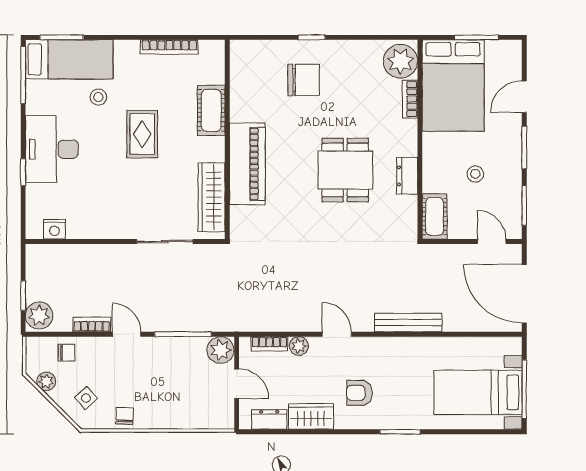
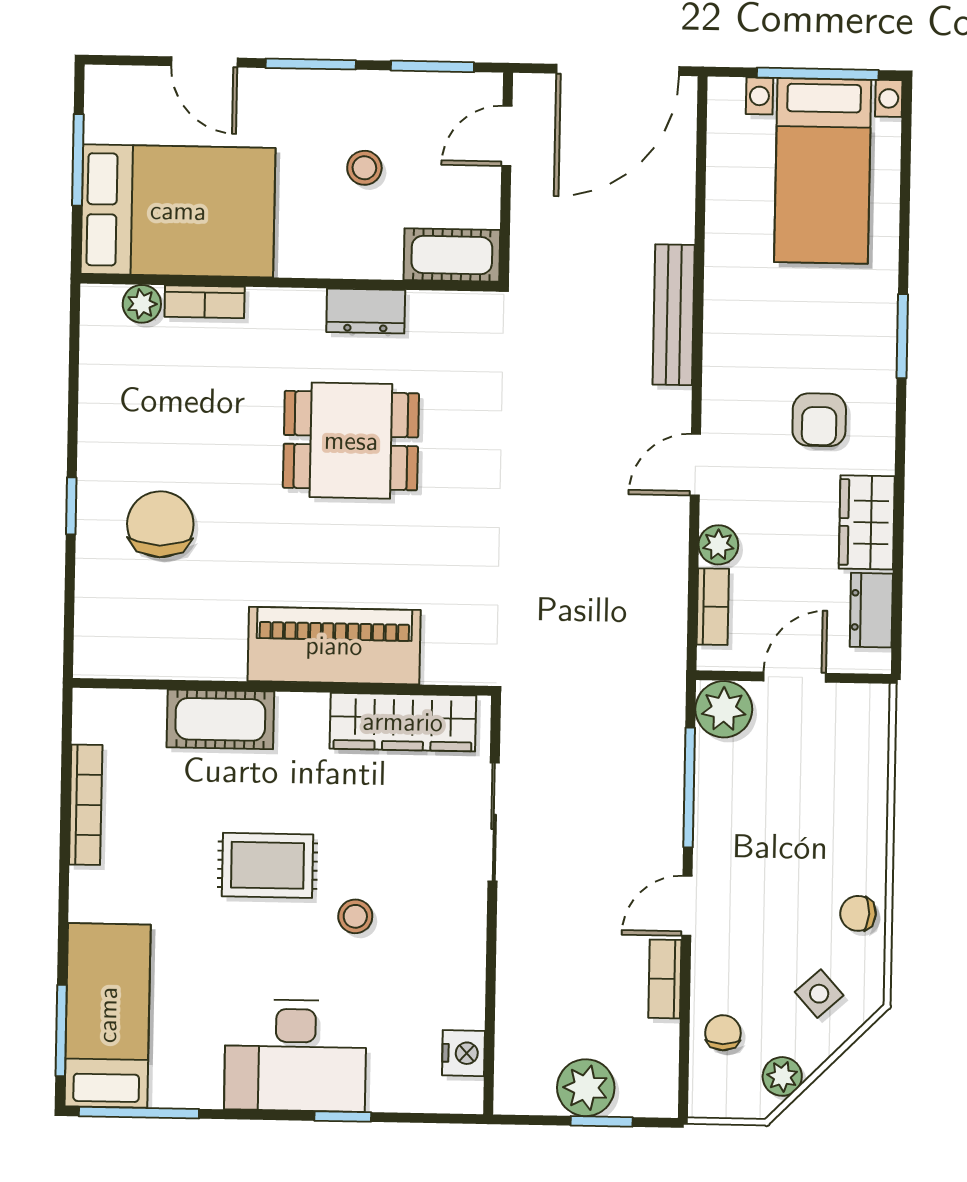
plant: (401, 61) -> (142, 304), width x0.53, depth x0.53
stool: (98, 97) -> (355, 916), moved
plant: (39, 316) -> (586, 1088), moved

